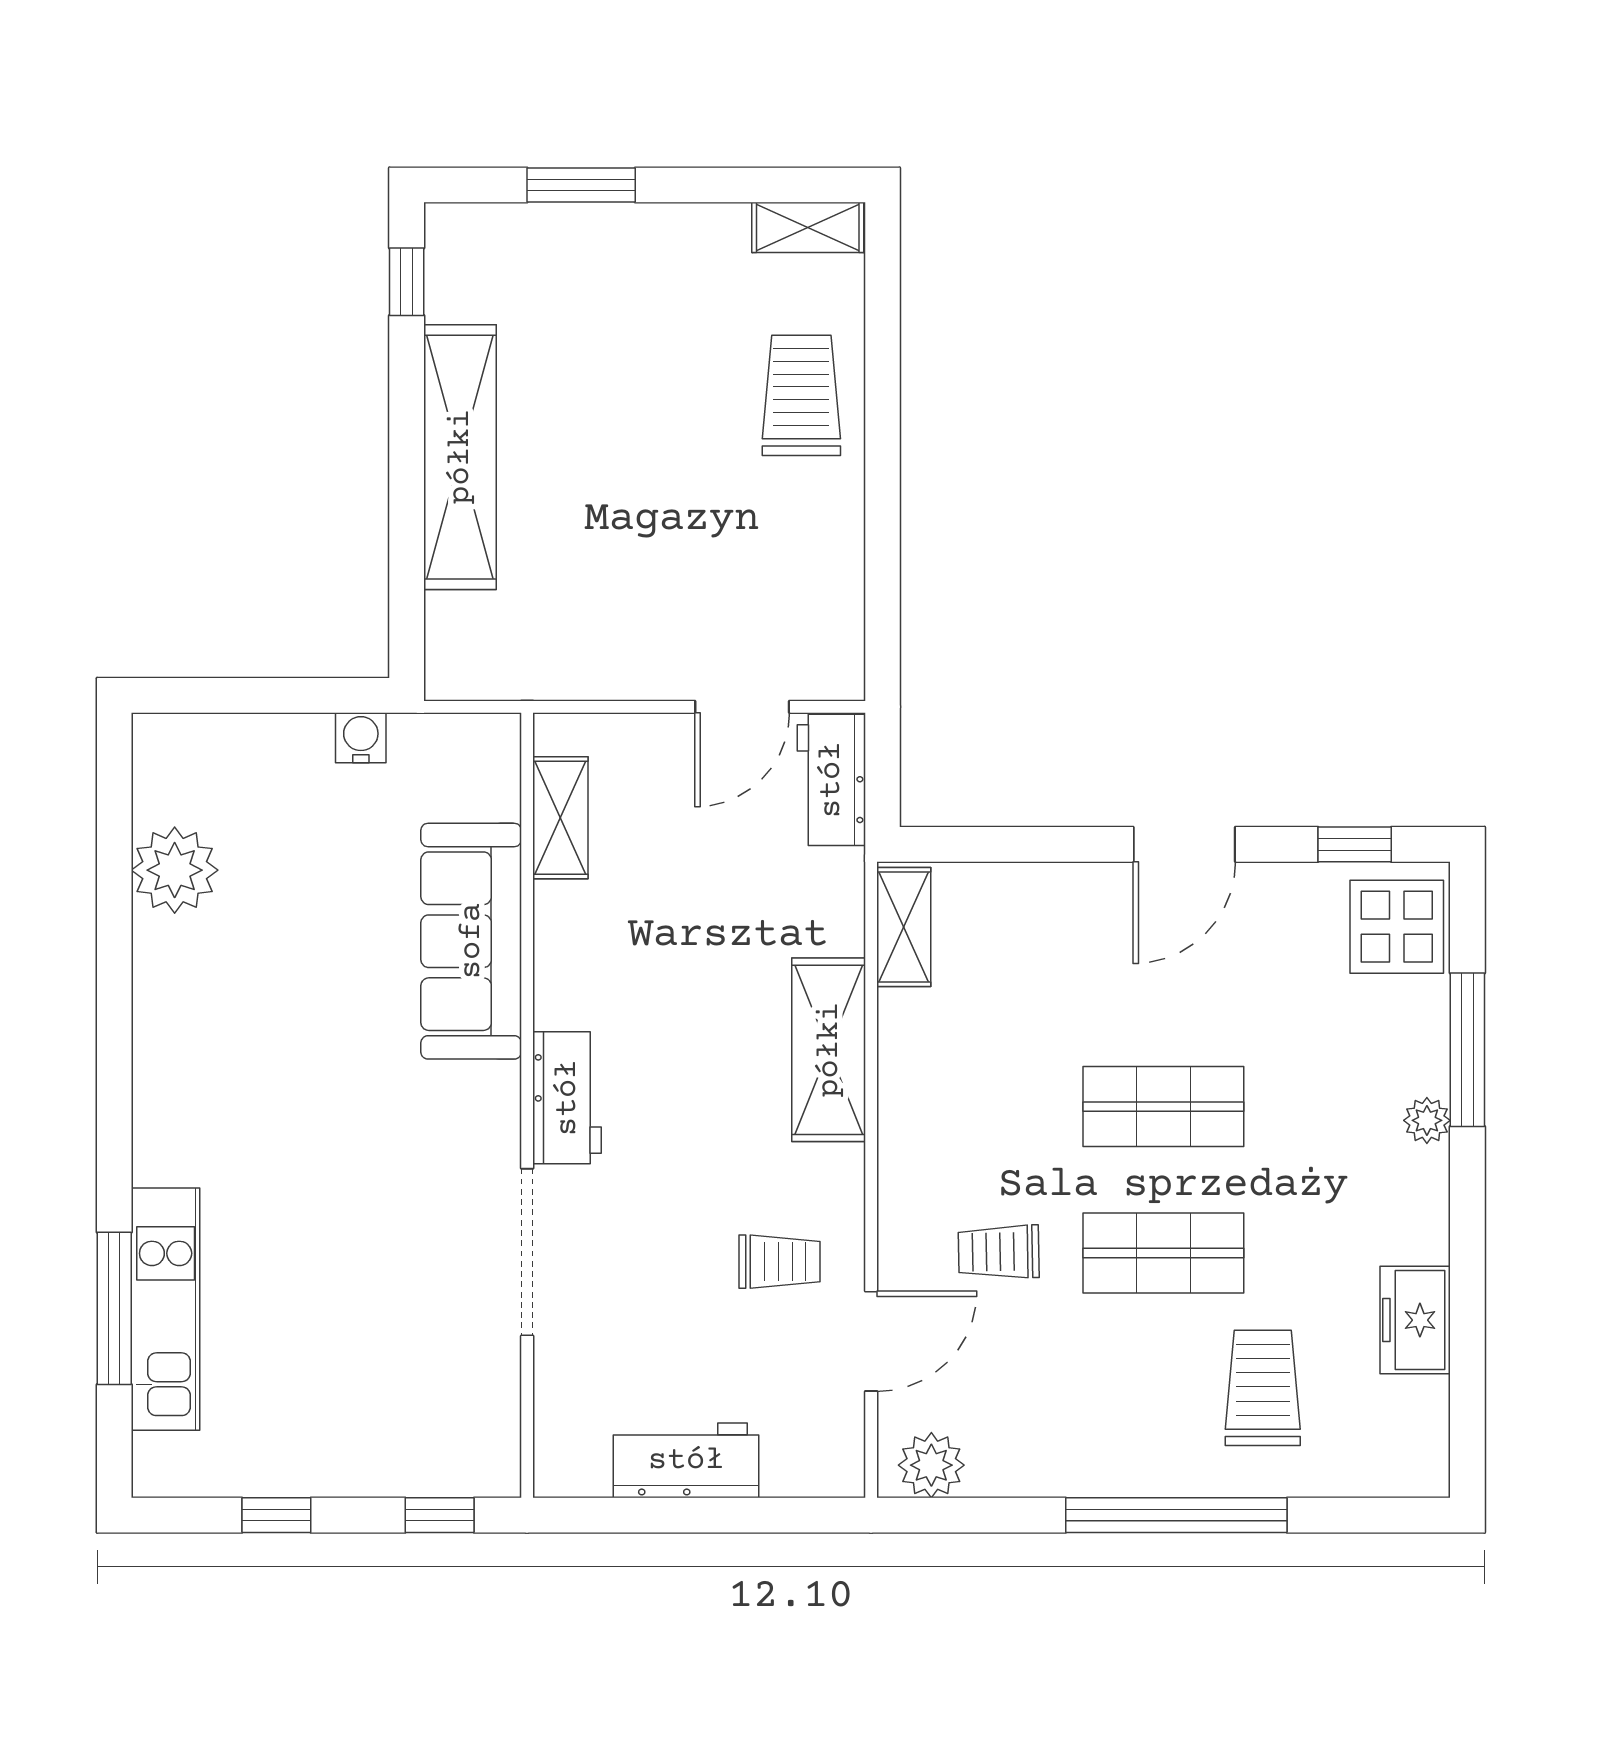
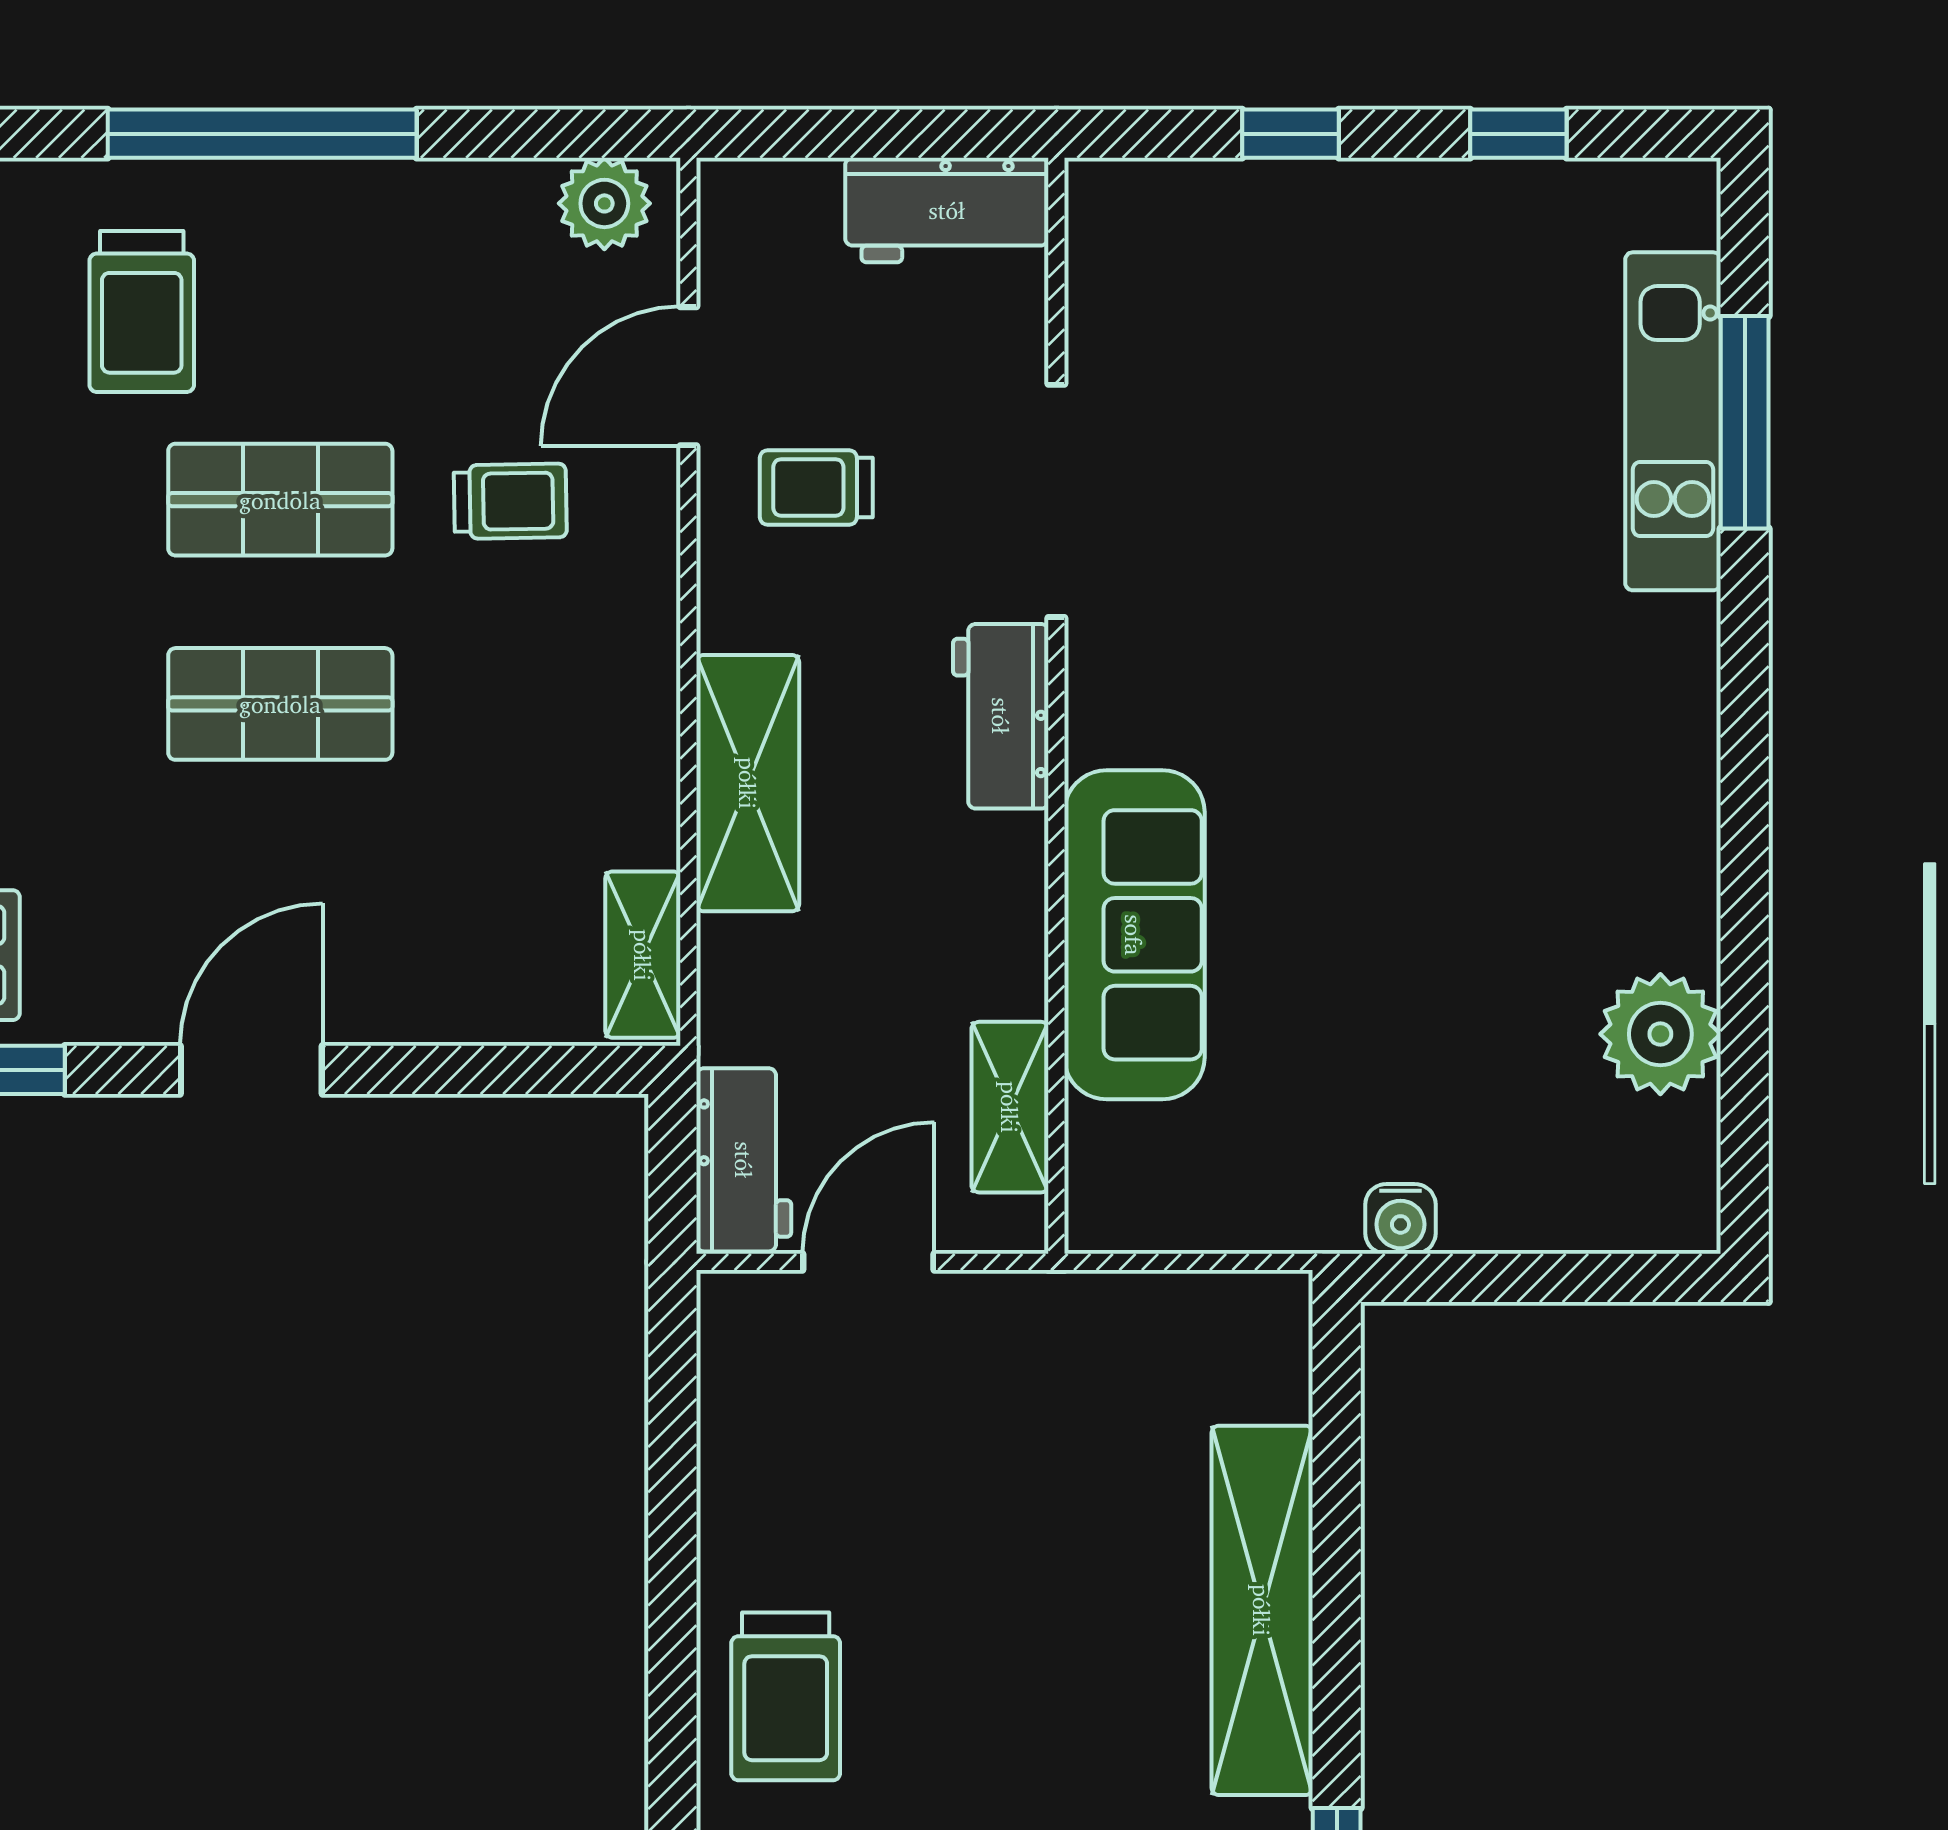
shelving: (560, 818) -> (1010, 1107), moved
sofa: (471, 941) -> (1134, 935), moved
workbench: (567, 1098) -> (1001, 716), moved
wall: (527, 1105) -> (1056, 706), moved
doorway: (527, 1252) -> (1056, 501), moved

